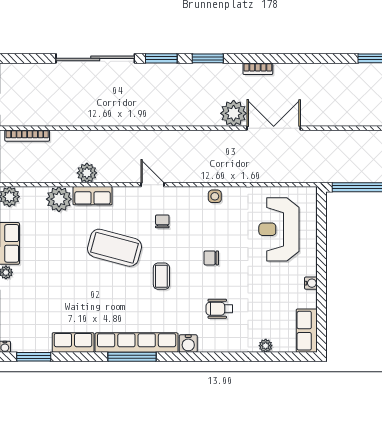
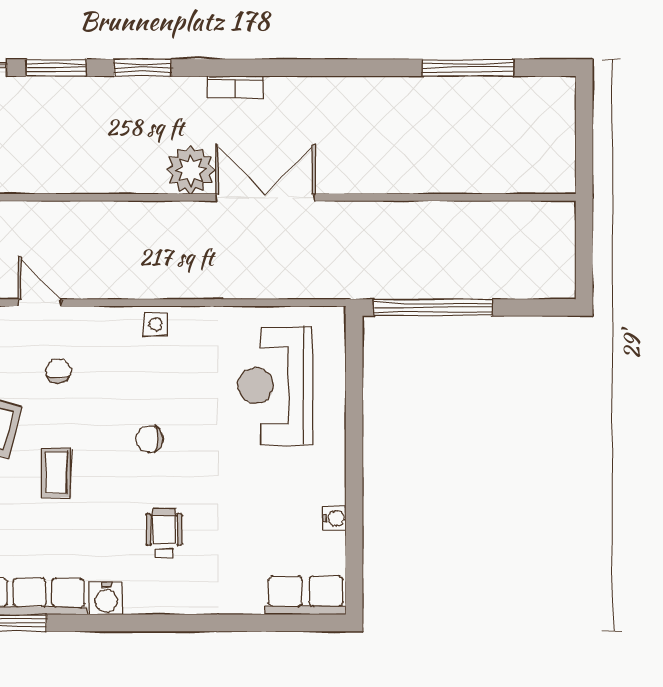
water cooler: (311, 283) -> (334, 518), moved
wheelchair: (219, 309) -> (164, 533), turned 90
row of seats: (307, 331) -> (306, 595), moved, turned 90
plant: (266, 346) -> (250, 602), removed

